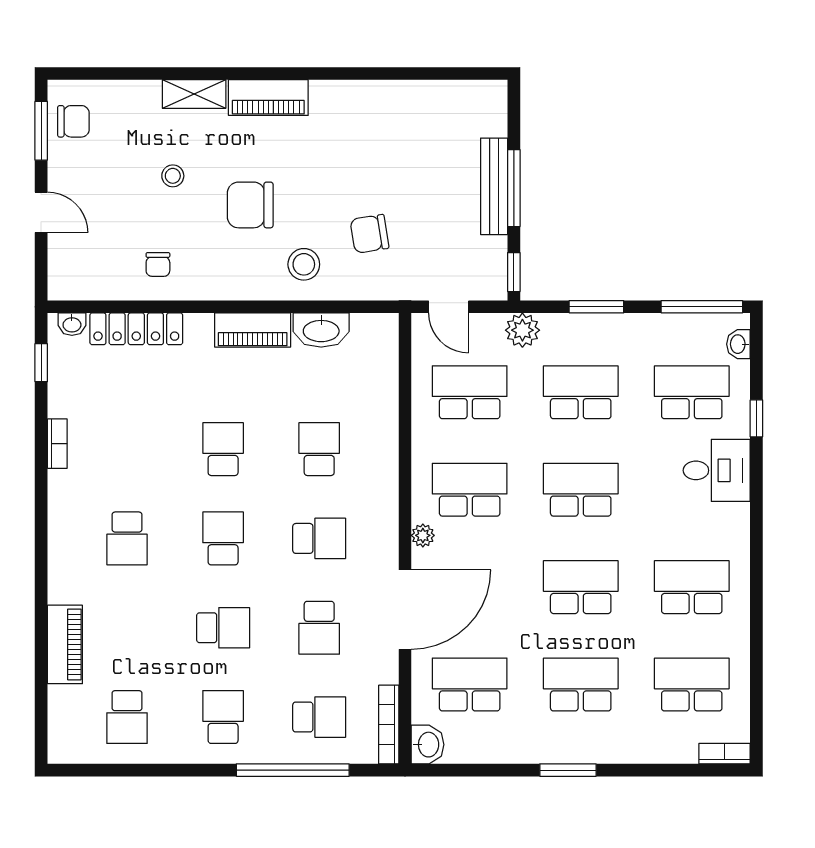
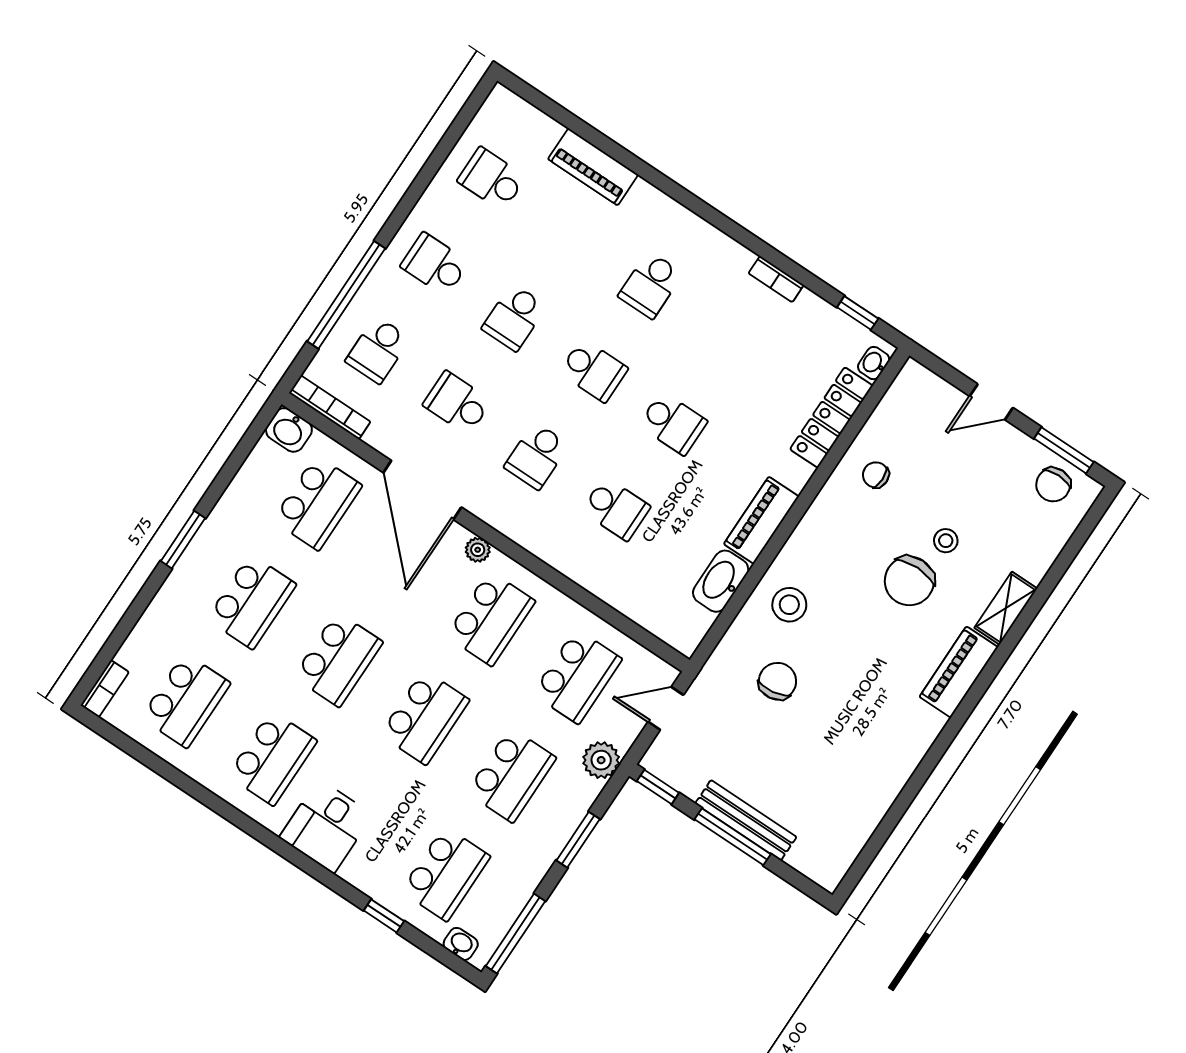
chair: (250, 205) -> (909, 581), moved, turned 180
desk: (717, 470) -> (326, 826), moved
school desk: (127, 538) -> (651, 285), turned -90
school desk: (223, 717) -> (435, 264), turned 180

